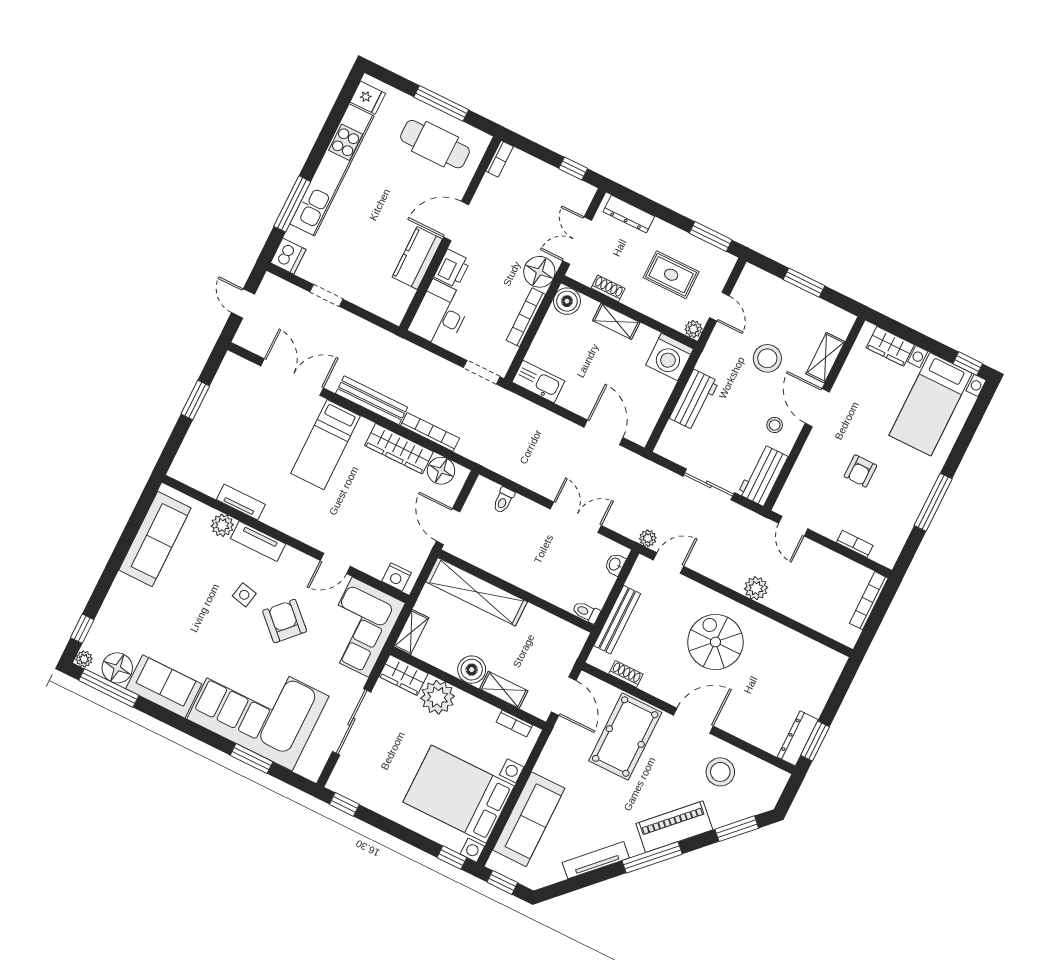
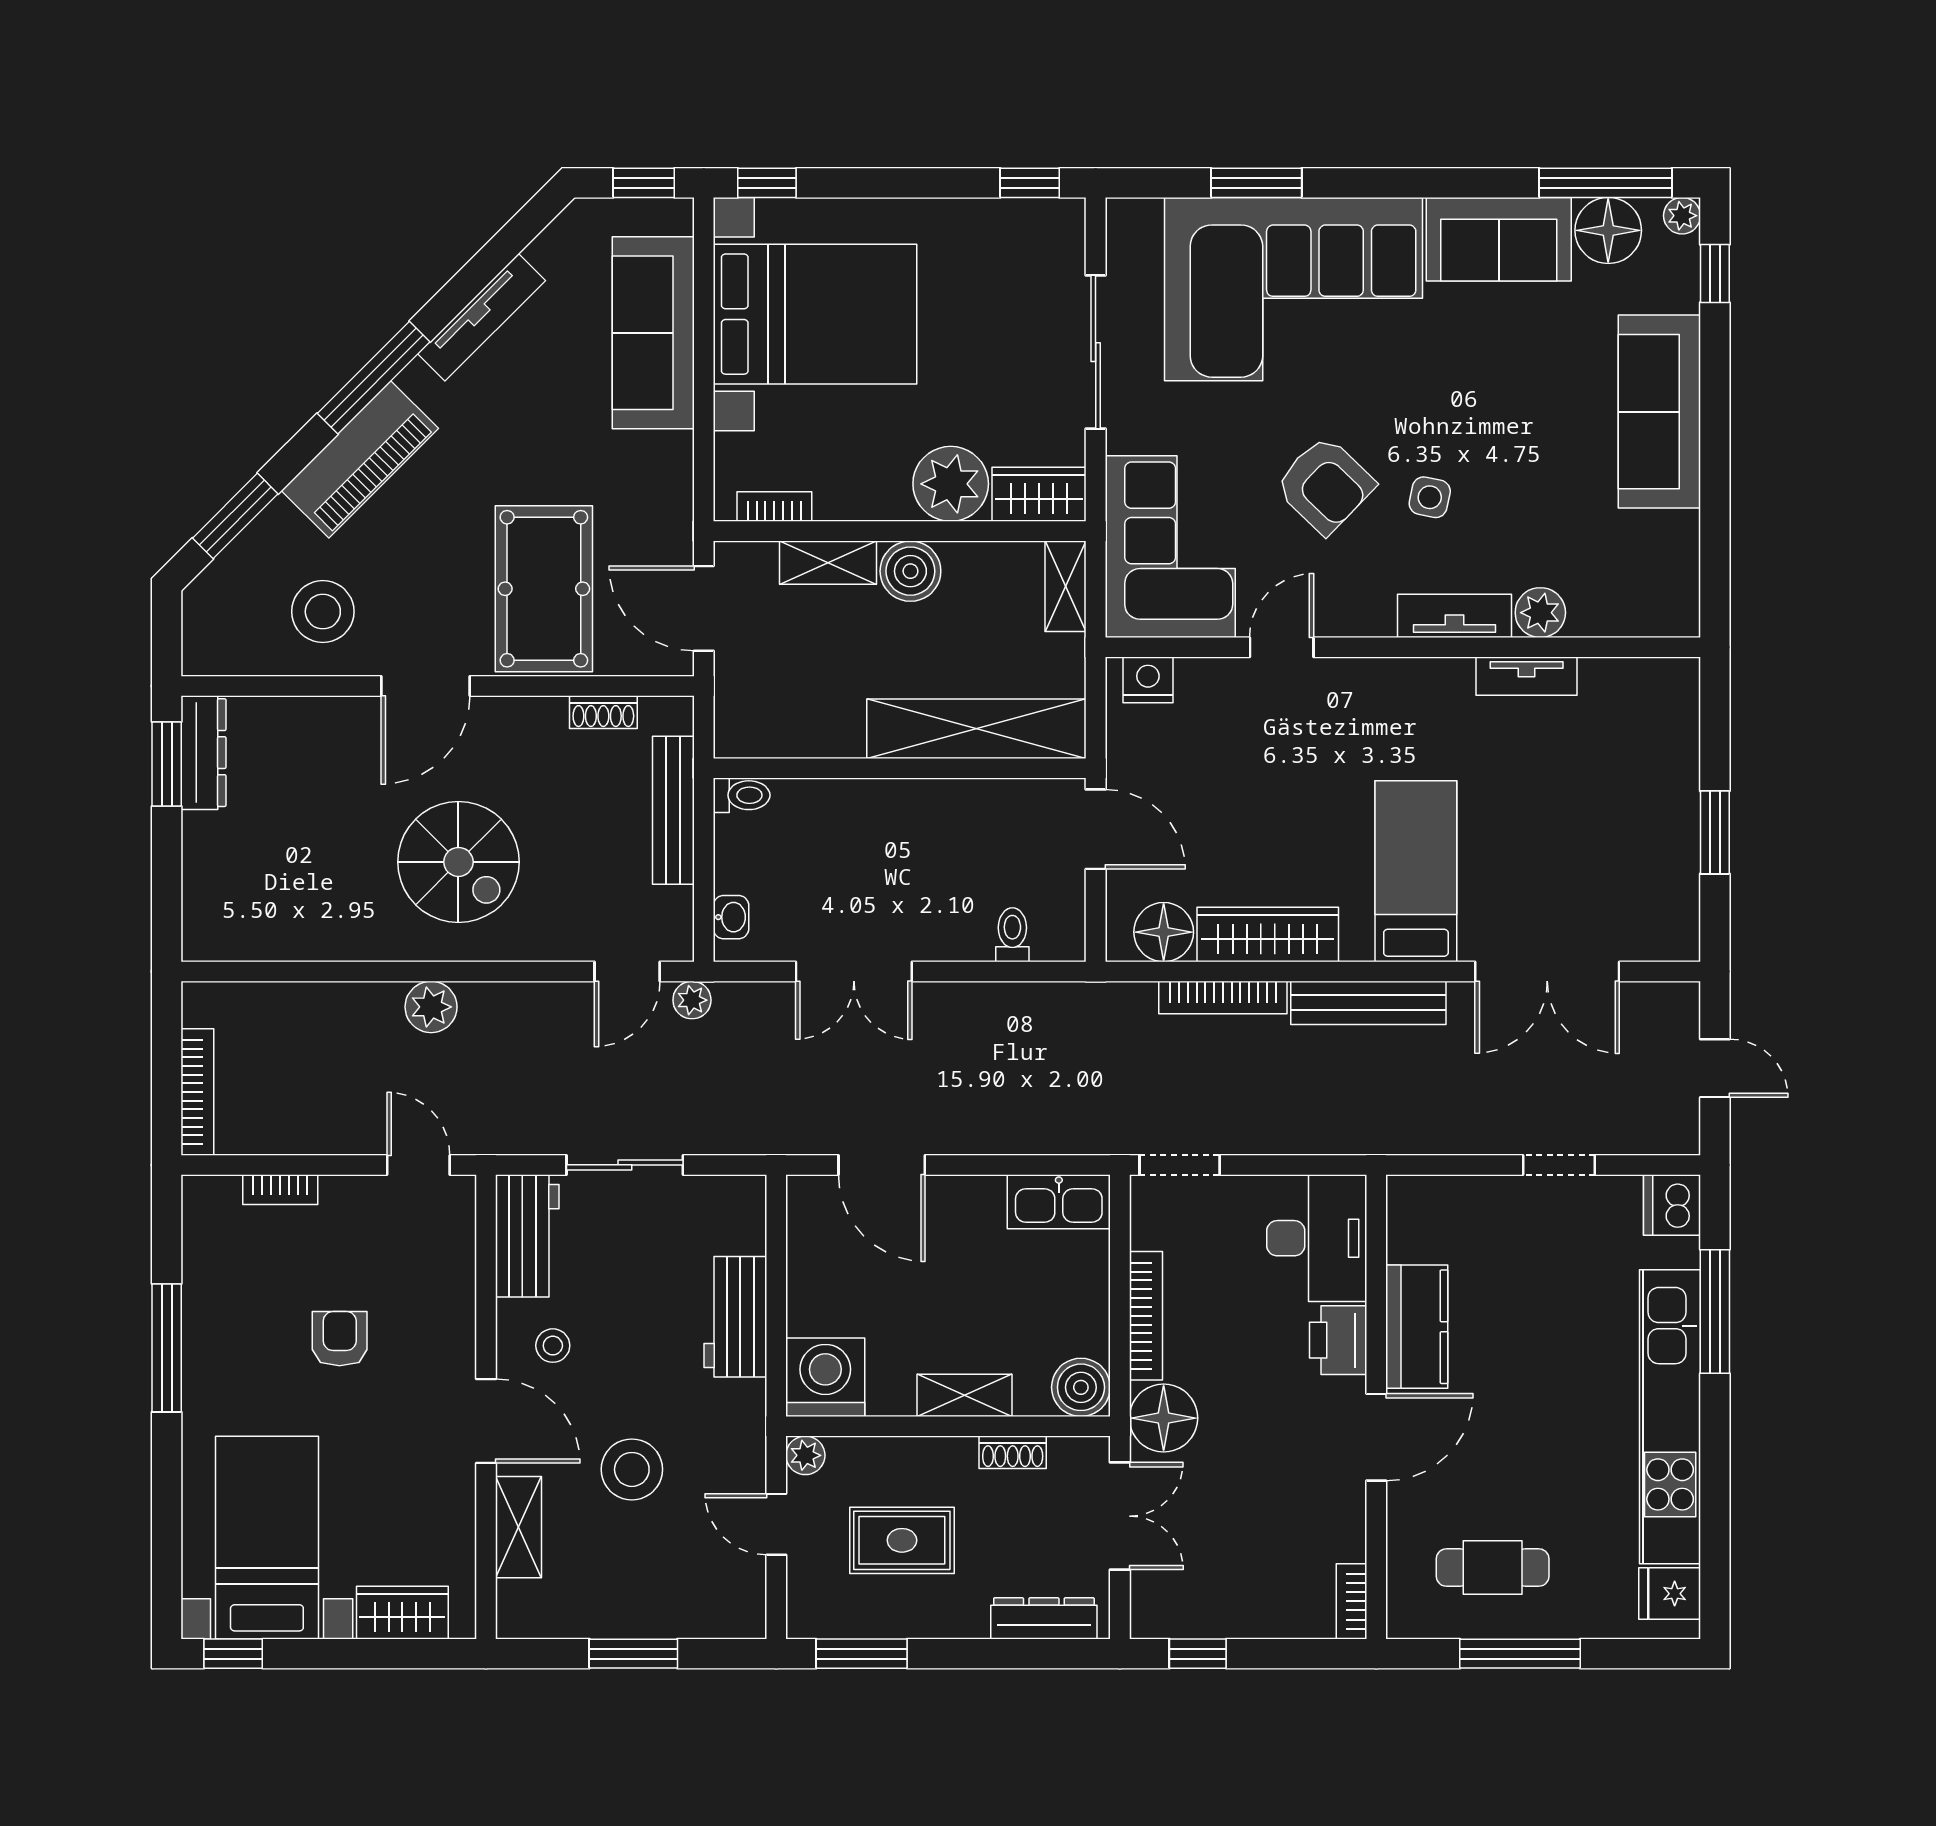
cafe table: (435, 144) -> (1493, 1568), width x0.73, depth x0.74
sofa: (155, 539) -> (1659, 412), moved

